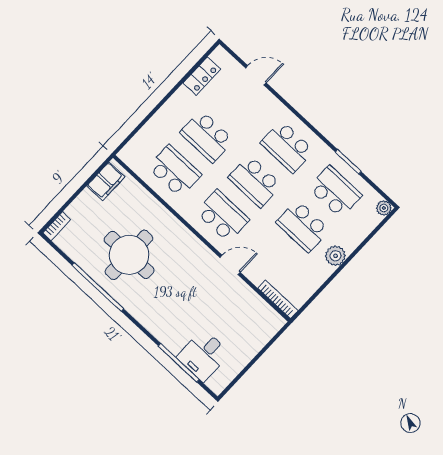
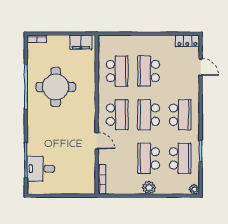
locker: (202, 76) -> (187, 41), moved
school desk: (287, 147) -> (180, 115), turned 180

